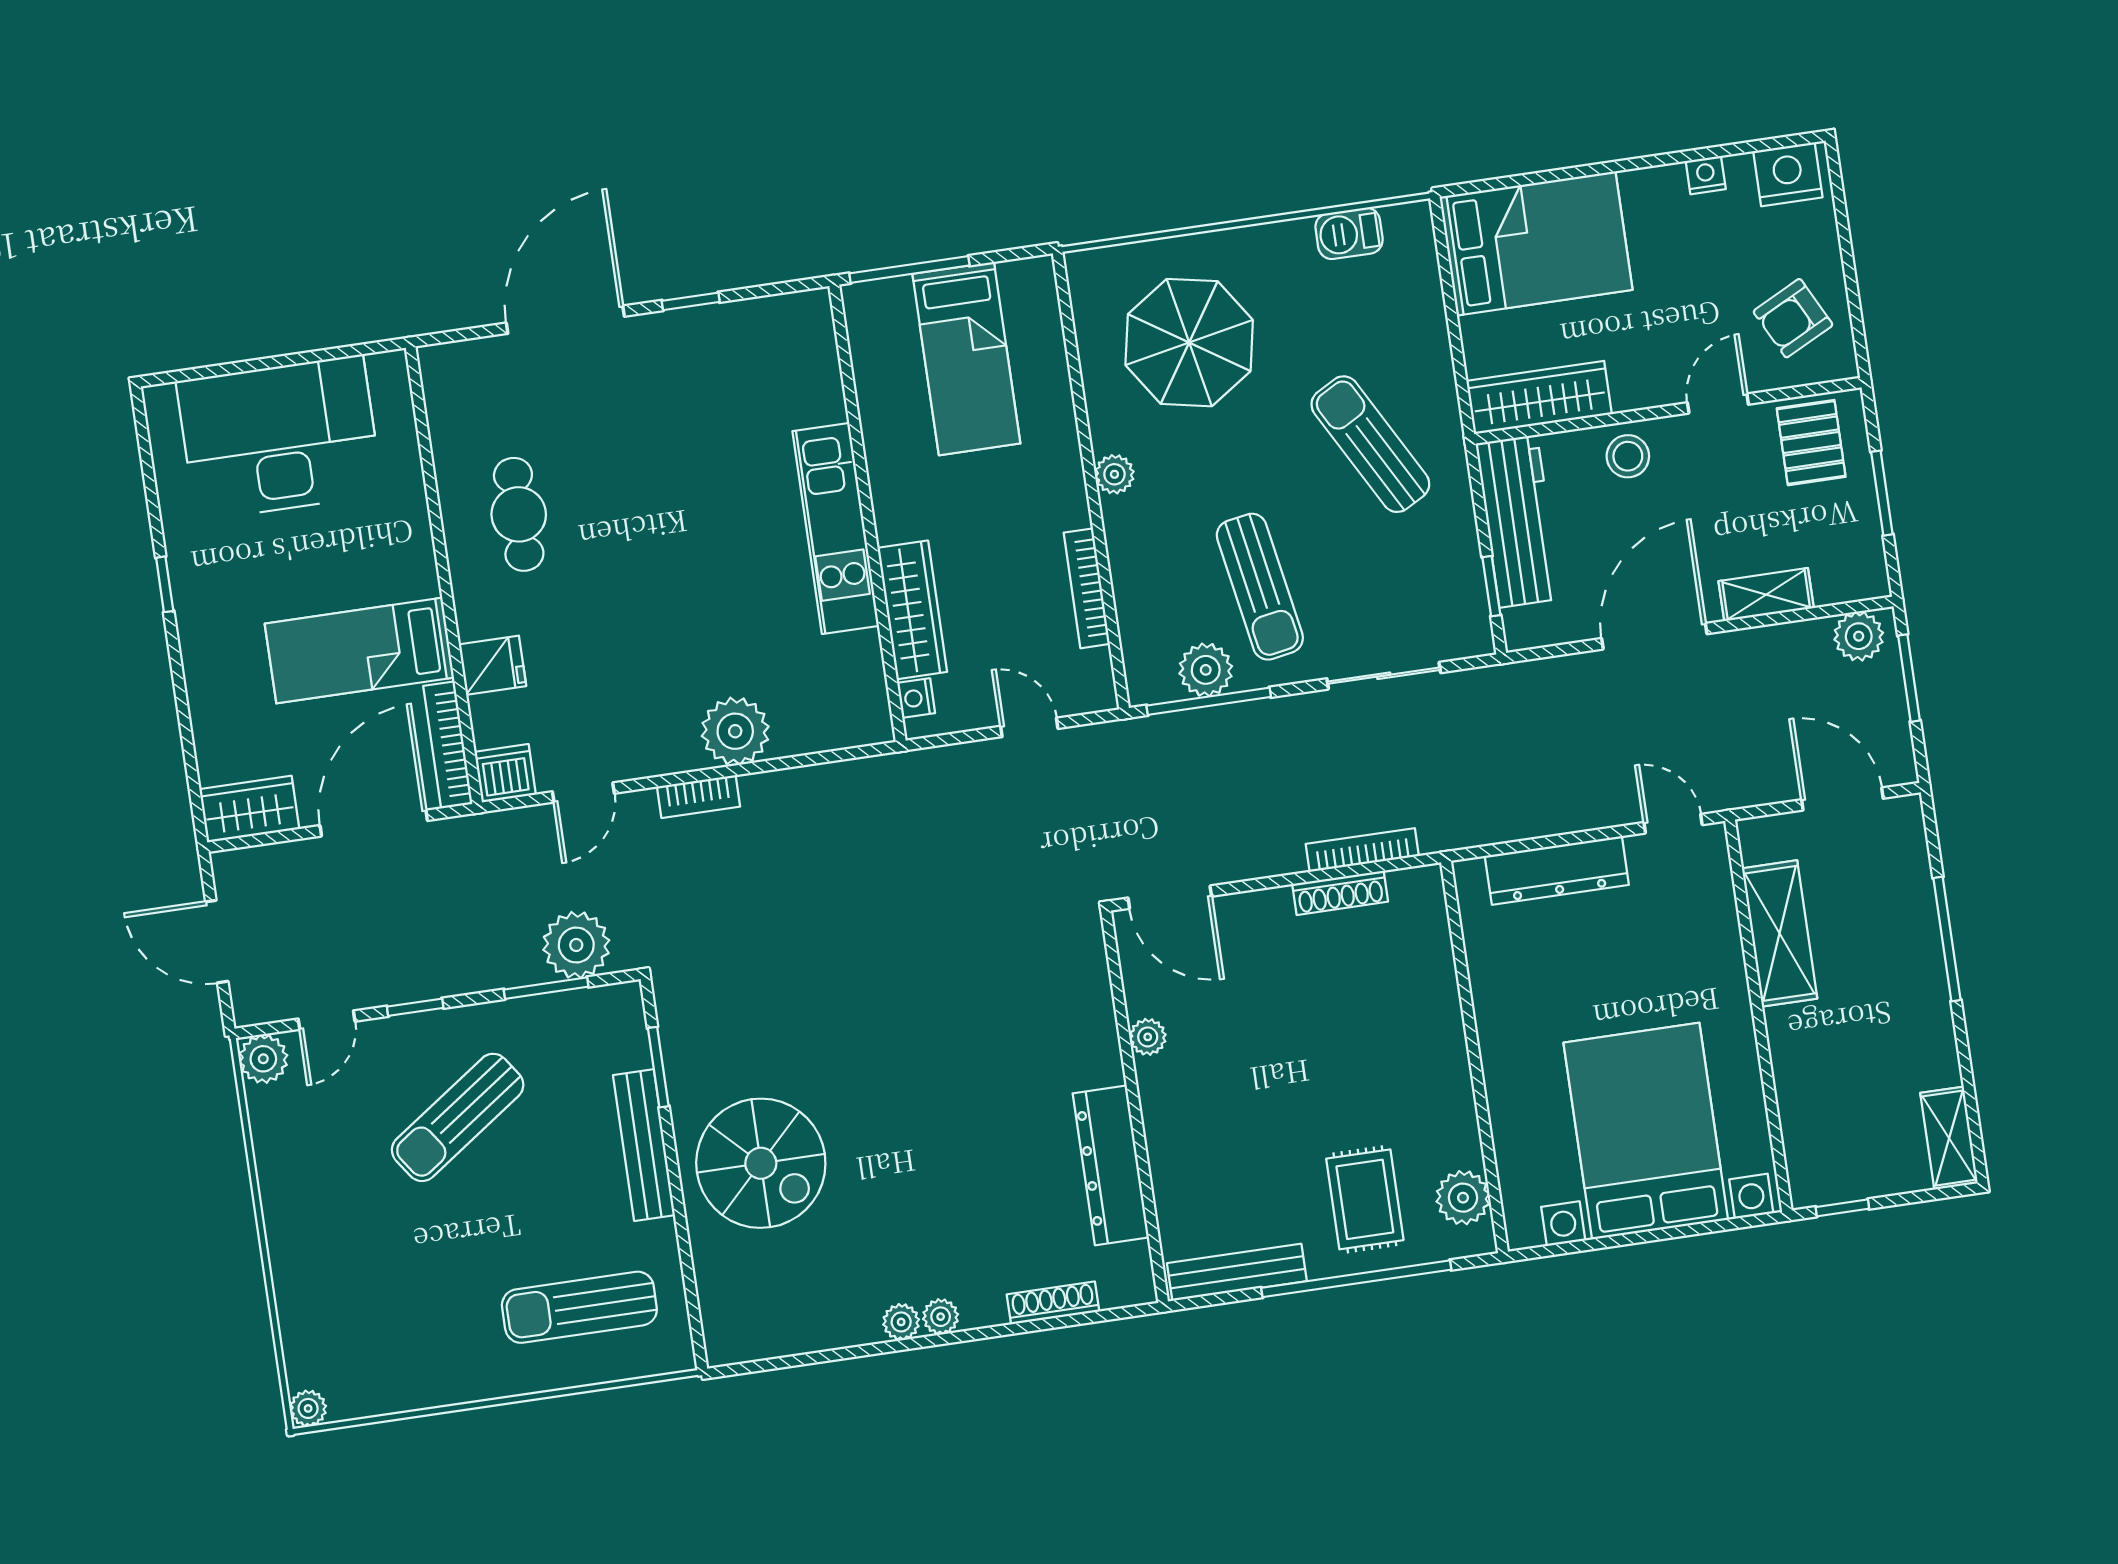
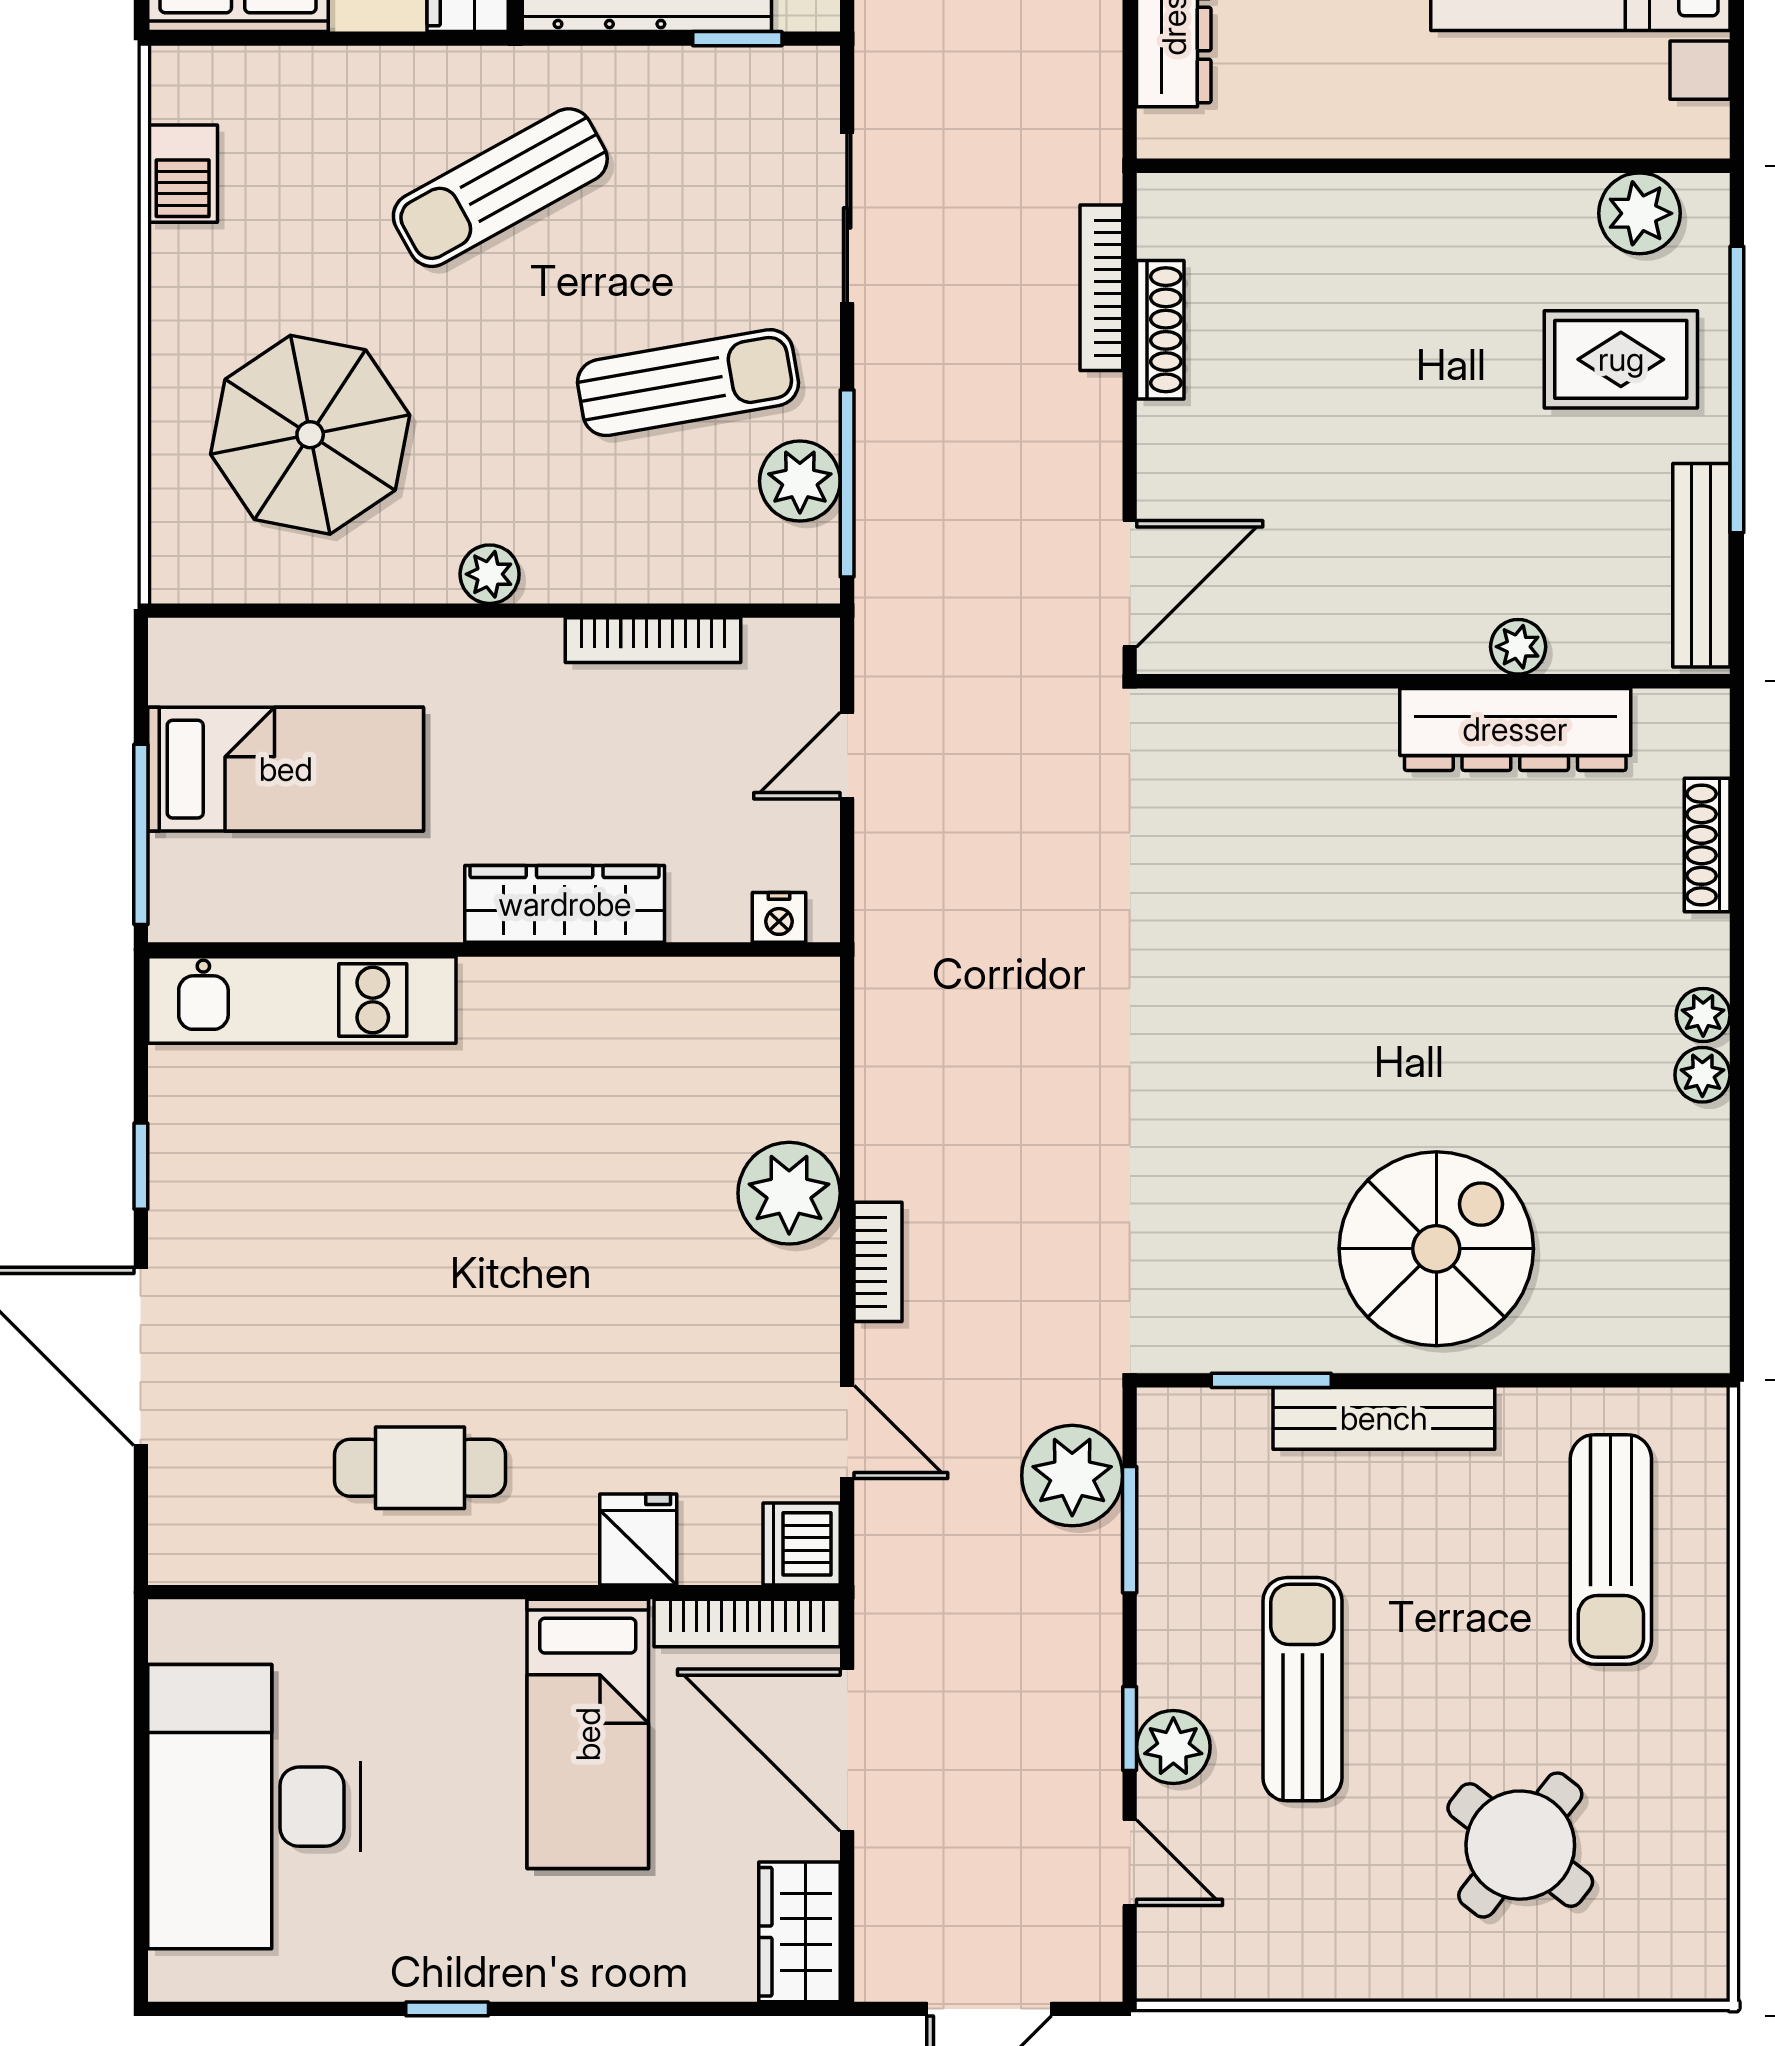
kitchen unit: (836, 528) -> (302, 1000), moved
wardrobe: (912, 610) -> (565, 904), moved
plant: (1148, 1037) -> (1518, 647), moved
plant: (263, 1059) -> (1173, 1747), moved
sun lounger: (458, 1117) -> (1302, 1689), turned -145
round table: (376, 1276) -> (1520, 1845), added
plant: (308, 1408) -> (1702, 1974), removed

